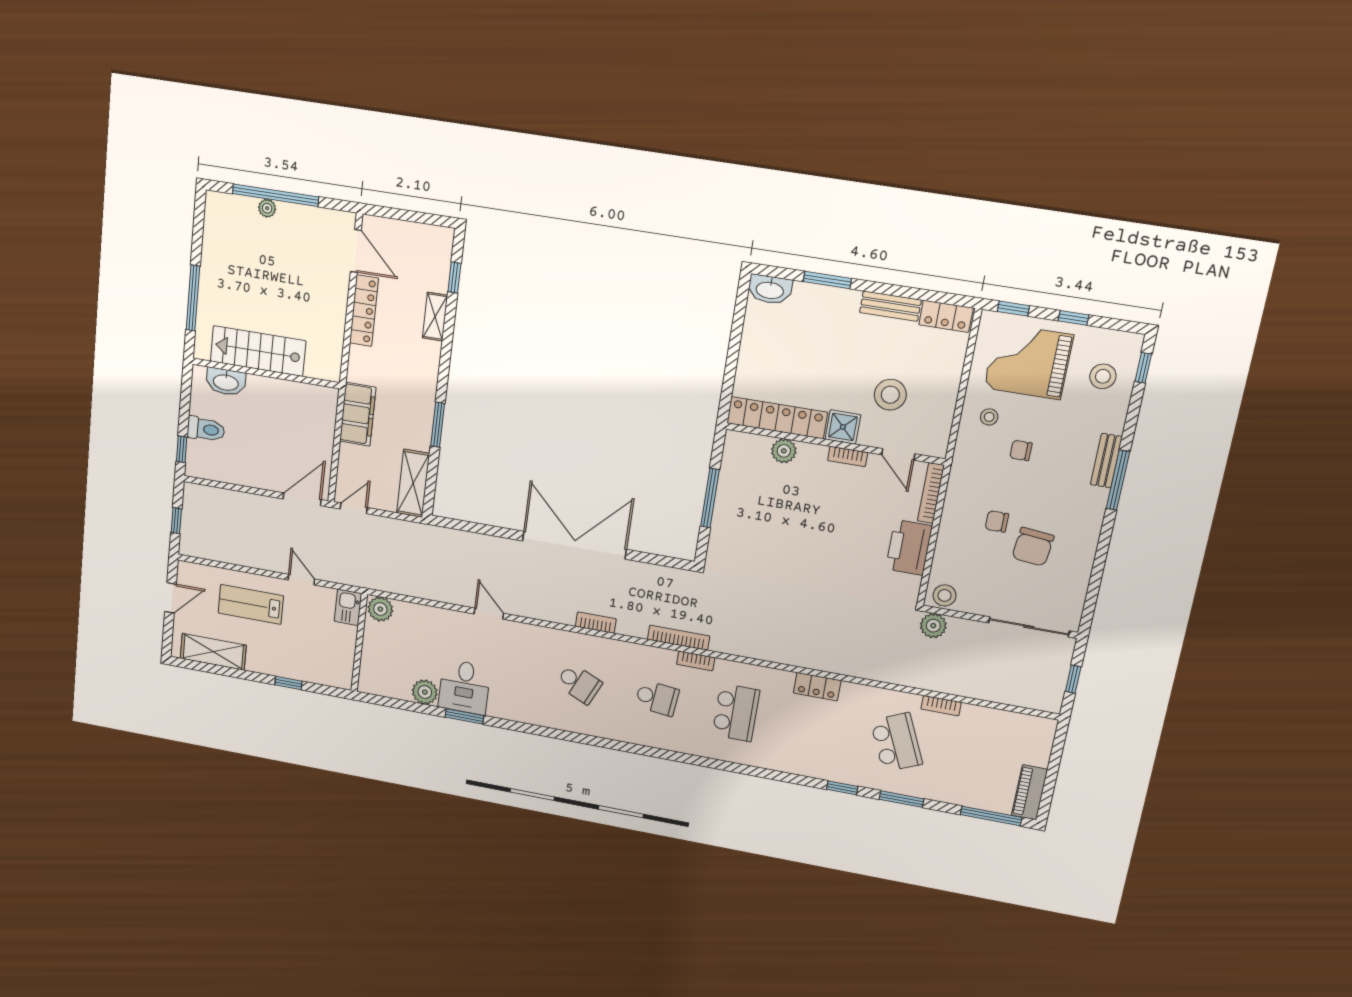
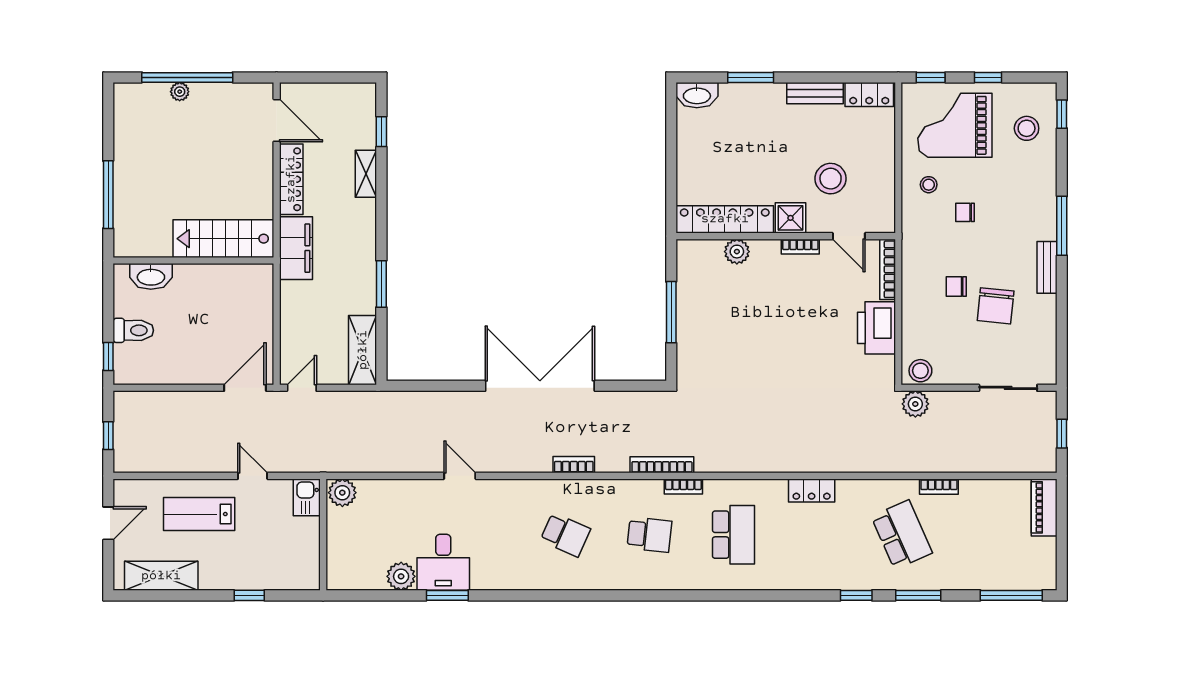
stairs: (258, 351) -> (223, 239), moved
filing cabinet: (358, 414) -> (296, 248), moved
bench: (1106, 461) -> (1047, 267), moved
sliding door: (1029, 627) -> (1008, 388), width x0.73
piano: (1030, 792) -> (1044, 507), moved

